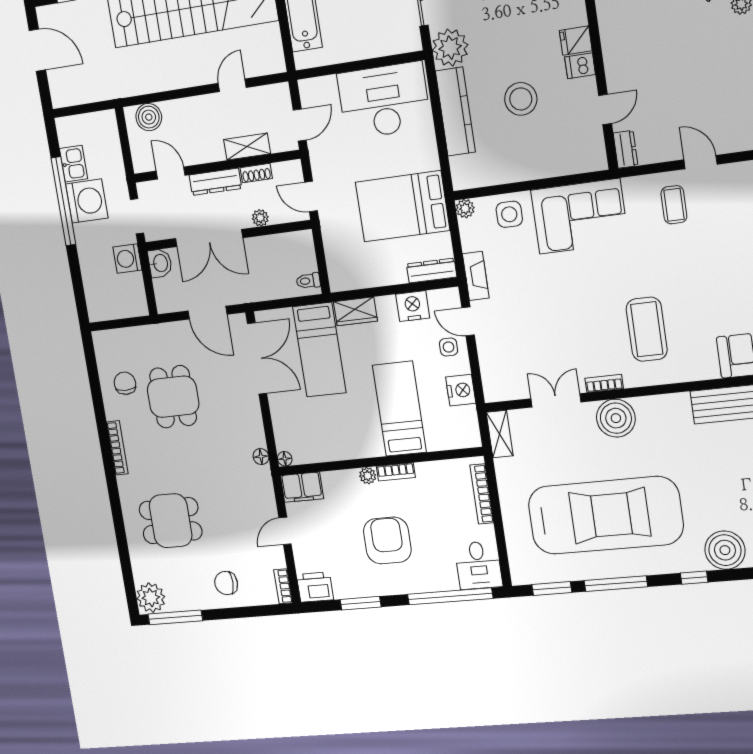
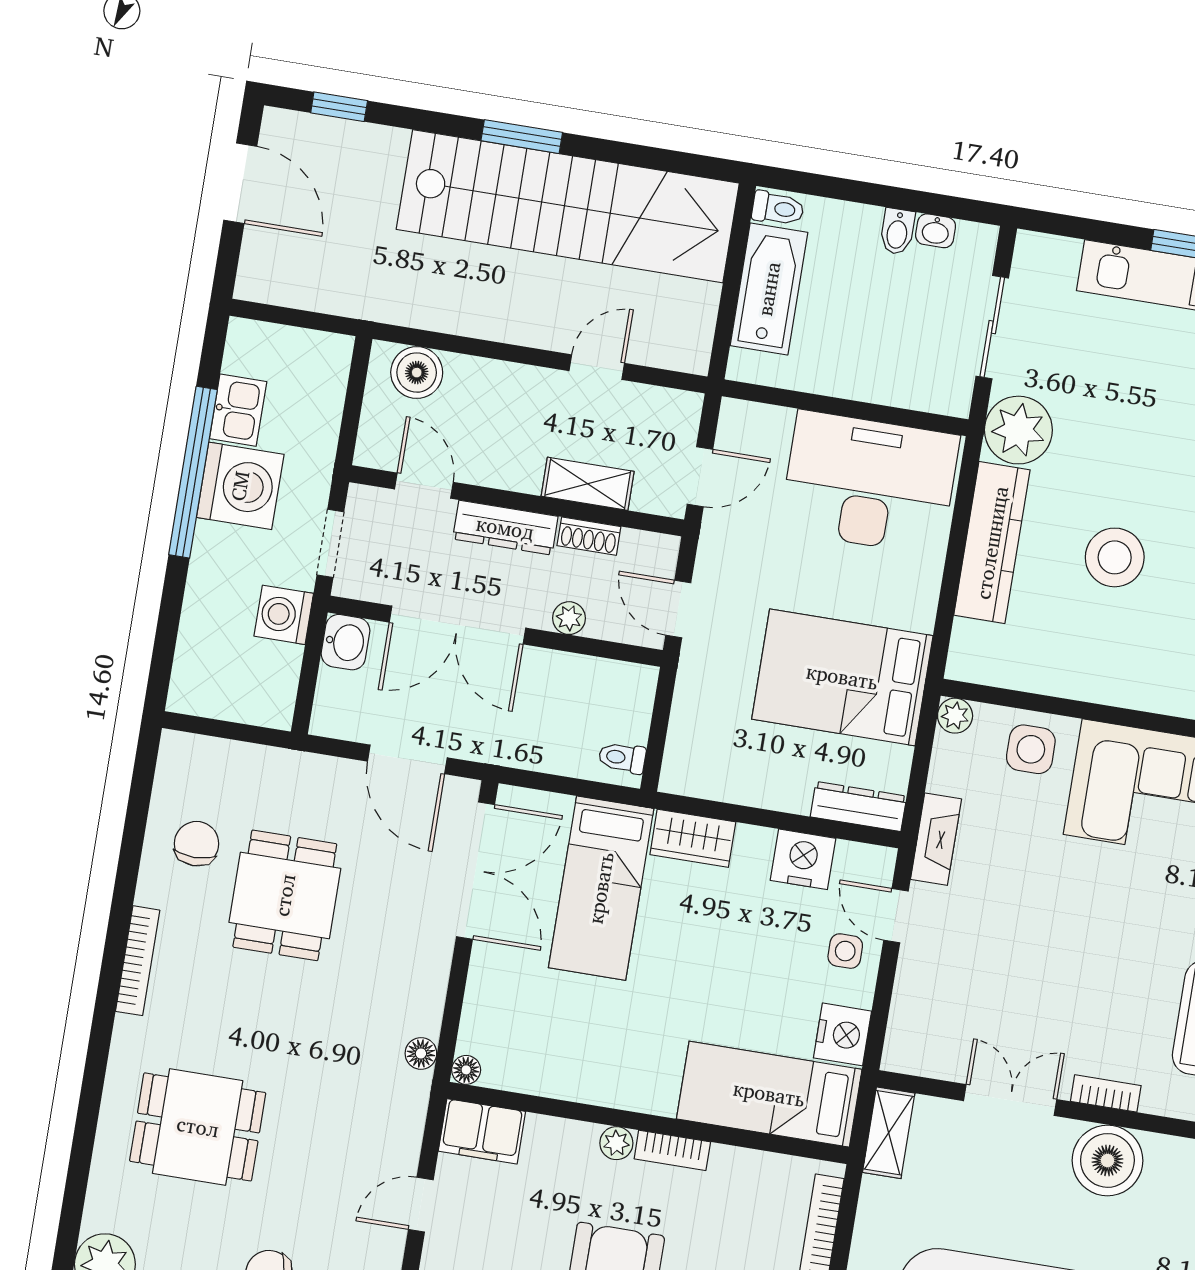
bed: (399, 409) -> (769, 1094), moved, turned -90

